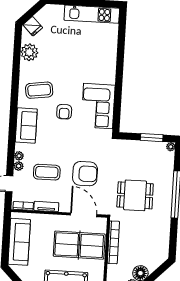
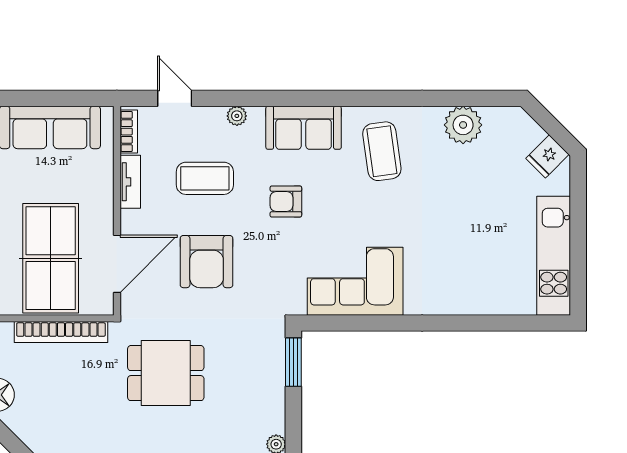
fridge: (33, 26) -> (547, 156), moved
armchair: (64, 112) -> (286, 202), moved
window: (152, 138) -> (293, 362), moved
plant: (19, 166) -> (215, 116), removed
coffee table: (47, 172) -> (205, 178), turned 90
dining table: (135, 195) -> (166, 373), turned 90

